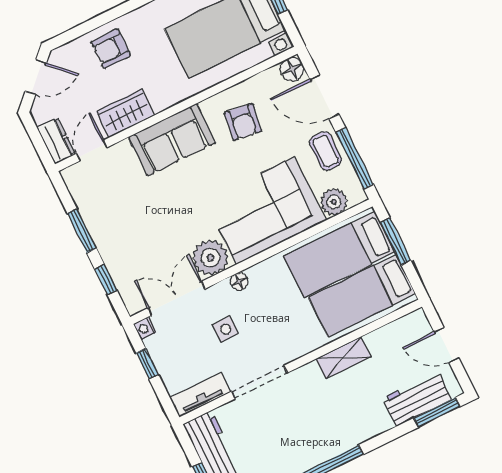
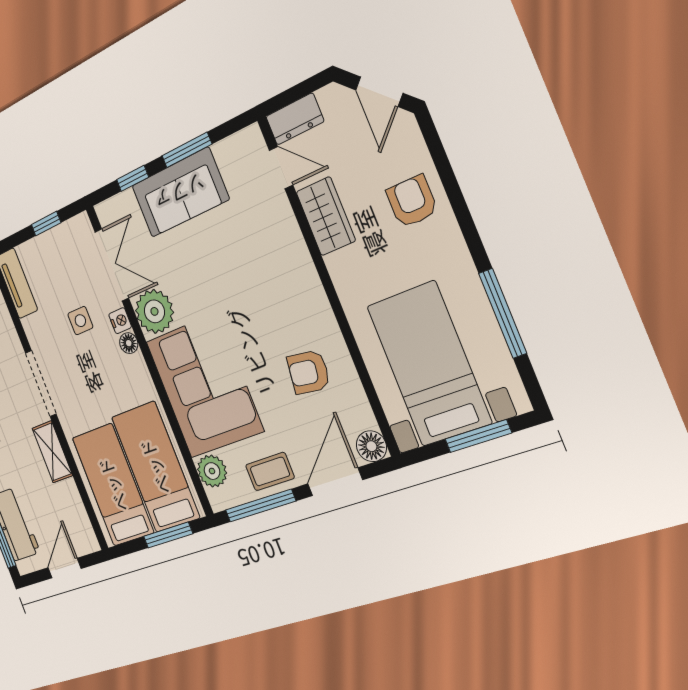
sofa: (172, 140) -> (180, 193), moved, turned -90
nightstand: (145, 328) -> (120, 321), moved, turned 90
doorway: (260, 382) -> (41, 384), moved

